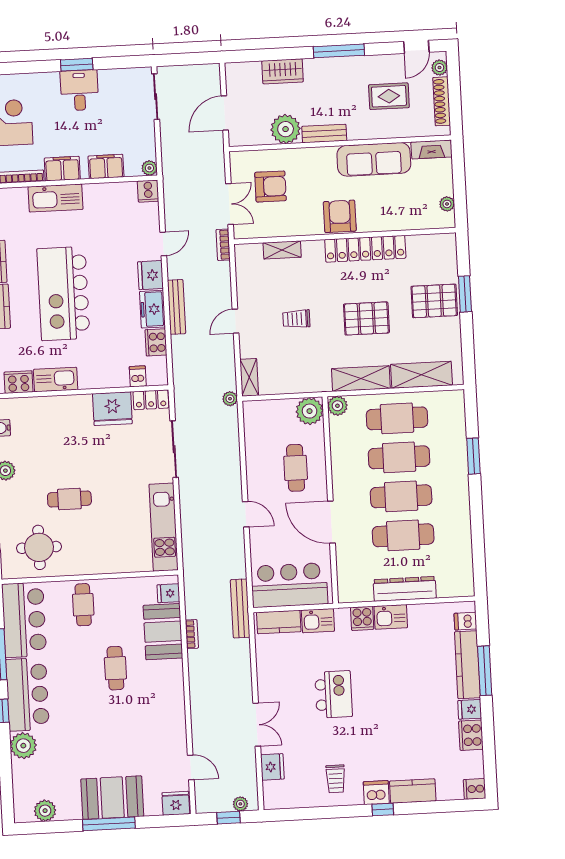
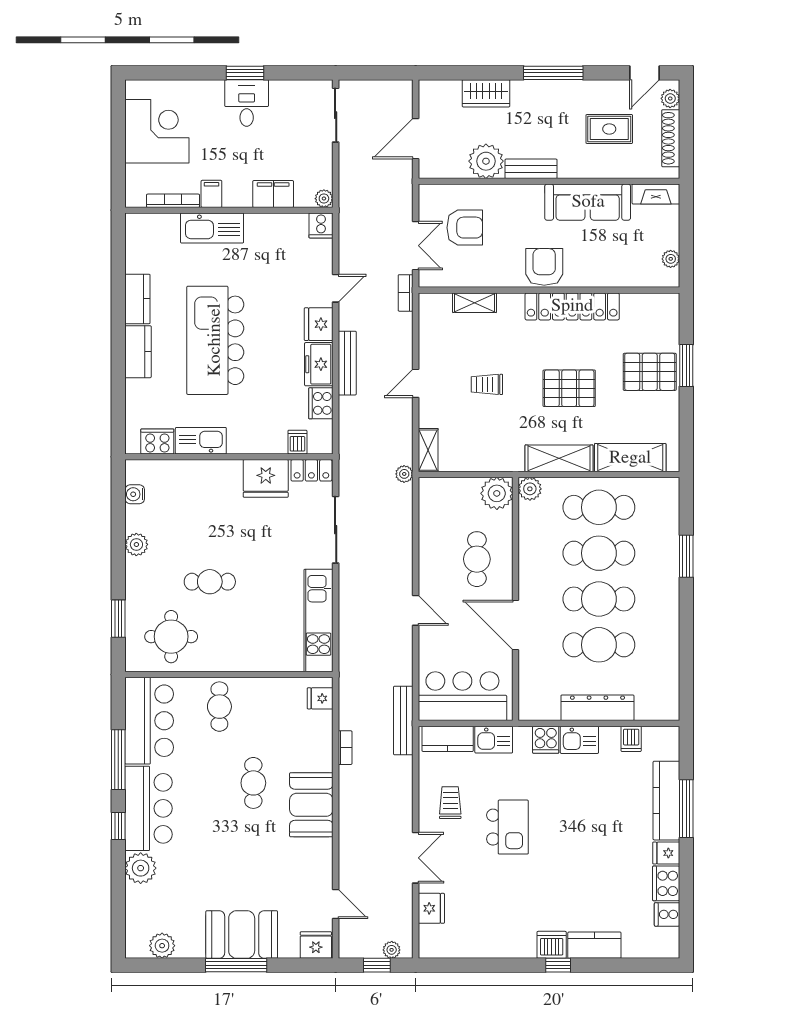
filing cabinet: (62, 169) -> (211, 194), width x0.50
dishwasher: (465, 621) -> (631, 739), moved, turned -90
booth: (163, 632) -> (311, 805), moved
trolley: (336, 779) -> (450, 803), moved, turned 180
cooker: (475, 789) -> (667, 914), moved

